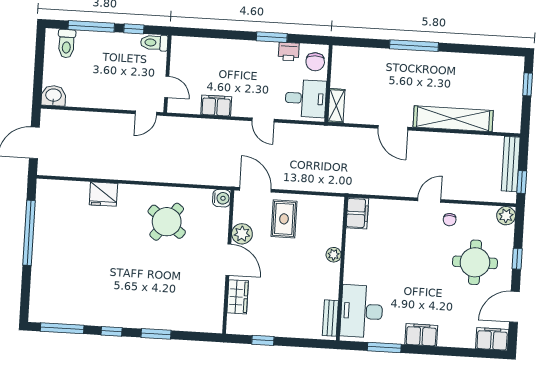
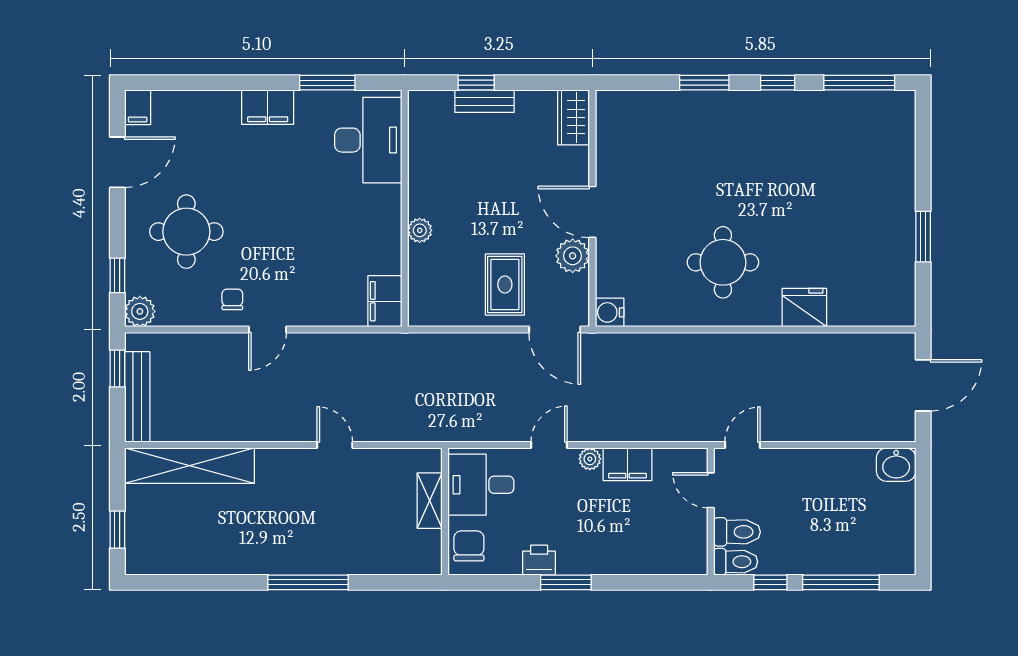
window: (272, 37) -> (566, 582), moved
toilet: (67, 44) -> (737, 532), moved, turned 90
printer: (289, 52) -> (539, 560), moved
shelving: (336, 106) -> (430, 501), moved
plant: (239, 110) -> (590, 459), added
shelving: (453, 119) -> (189, 466), moved
door: (263, 120) -> (549, 445), hinge flipped
door: (393, 128) -> (335, 445), width x0.73
round table: (167, 222) -> (723, 262), moved, turned -37
window: (29, 233) -> (923, 237), width x0.47
window: (517, 259) -> (117, 275), moved
wardrobe: (238, 297) -> (574, 117), moved
bench: (330, 318) -> (484, 101), moved, turned 90
filing cabinet: (492, 339) -> (138, 107), width x0.50
window: (263, 340) -> (476, 83), moved

